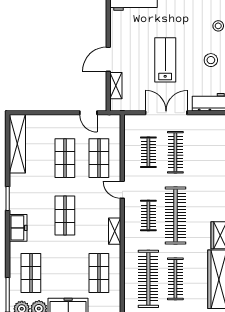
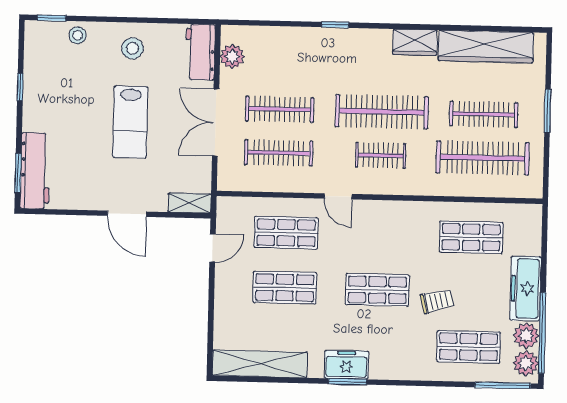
lab bench: (165, 60) -> (130, 122), turned -90
shelving: (116, 86) -> (190, 203), moved
plant: (207, 122) -> (232, 56), added
clothes rail: (148, 152) -> (279, 153), width x1.36
door: (122, 190) -> (338, 196), hinge flipped
freezer: (18, 228) -> (346, 365), moved
shelving: (115, 231) -> (404, 210), removed
trolley: (59, 253) -> (437, 301), added

